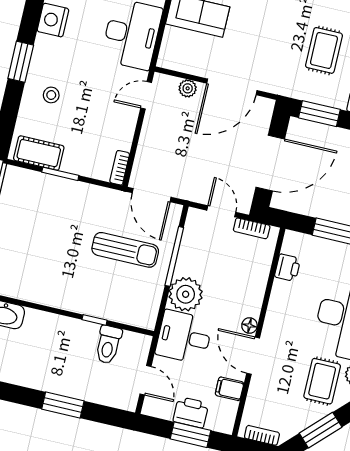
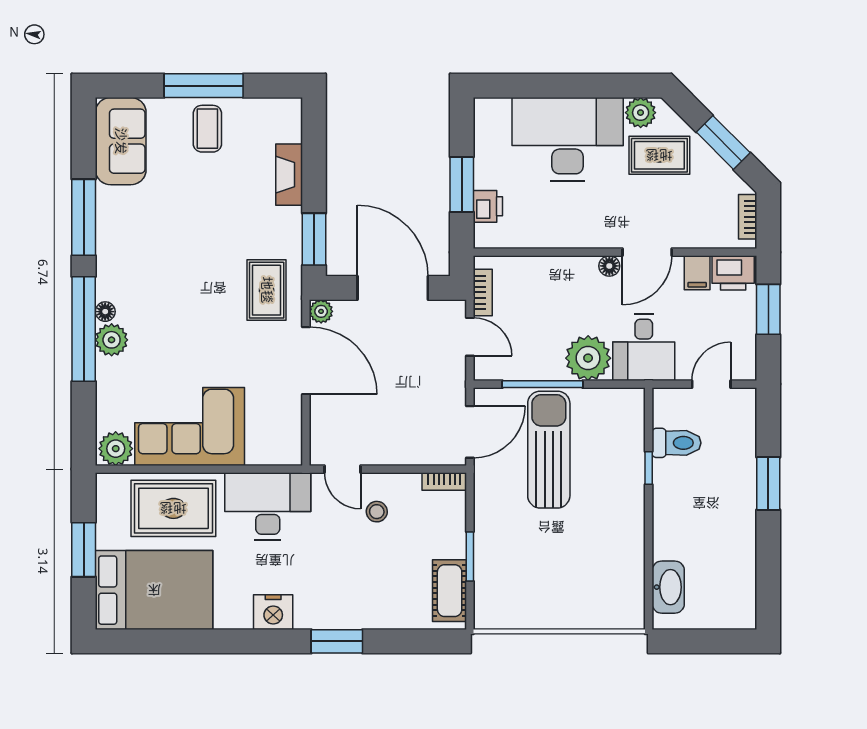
rug: (324, 50) -> (267, 290), moved, turned 90
plant: (188, 88) -> (321, 311), moved
stool: (51, 95) -> (377, 512), moved
door: (221, 211) -> (470, 337), swing flipped
sun lounger: (125, 250) -> (549, 450), width x1.36, depth x1.34
printer: (288, 268) -> (488, 206), moved, turned 90
printer: (191, 412) -> (733, 273), moved, turned -90

